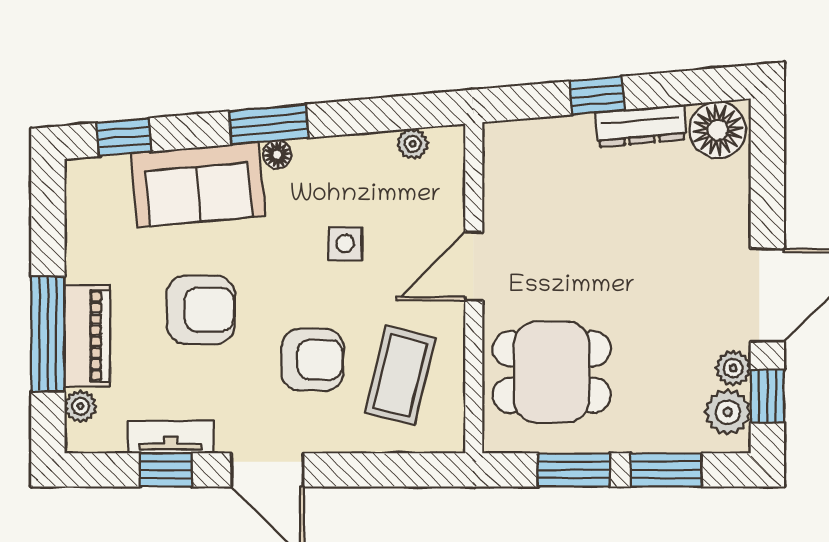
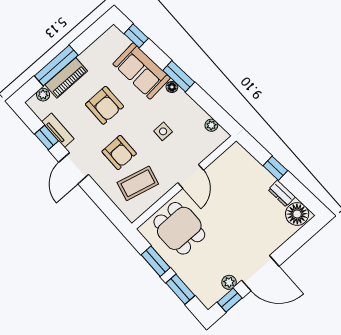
dresser: (641, 126) -> (282, 193), width x0.70
door: (474, 266) -> (191, 176), swing flipped
plant: (728, 412) -> (214, 292), removed

